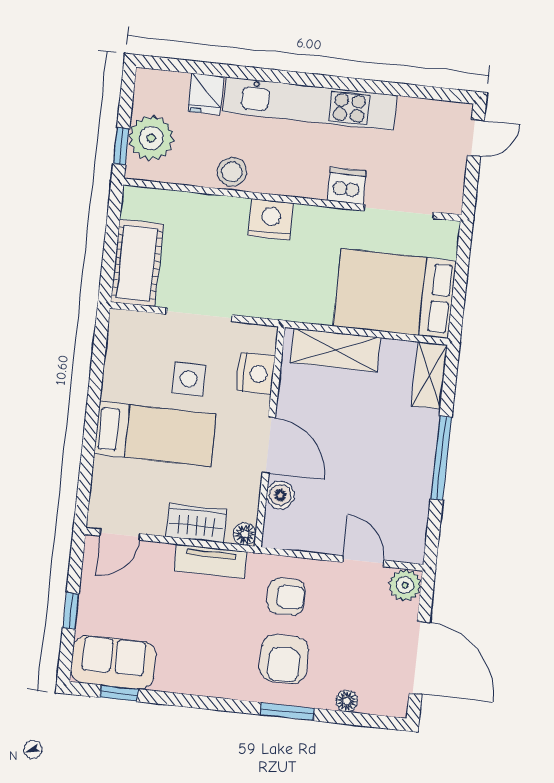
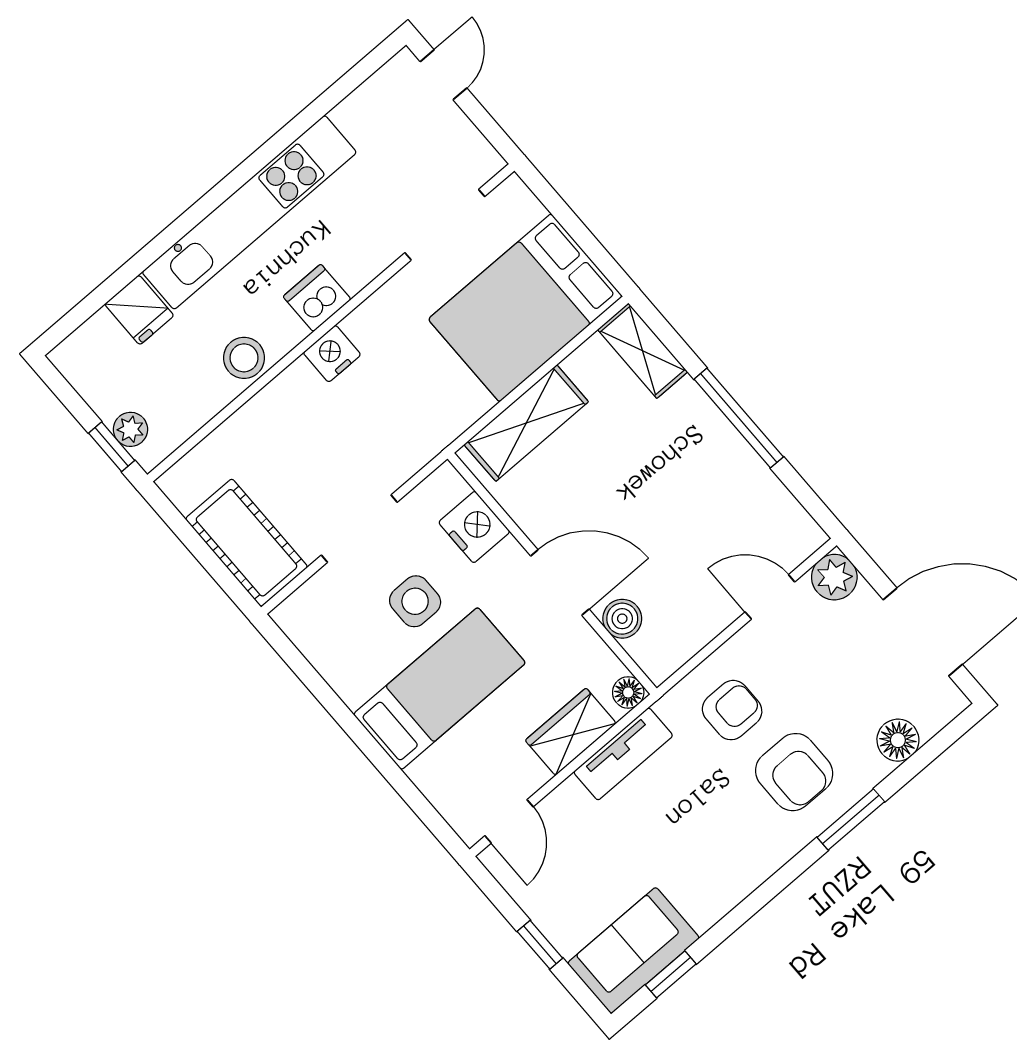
plant: (151, 138) -> (130, 429), width x0.53, depth x0.53
dishwasher: (347, 186) -> (317, 298), moved
nightstand: (271, 219) -> (332, 354), width x0.74, depth x0.75
floor lamp: (347, 701) -> (898, 740), width x1.37, depth x1.37

